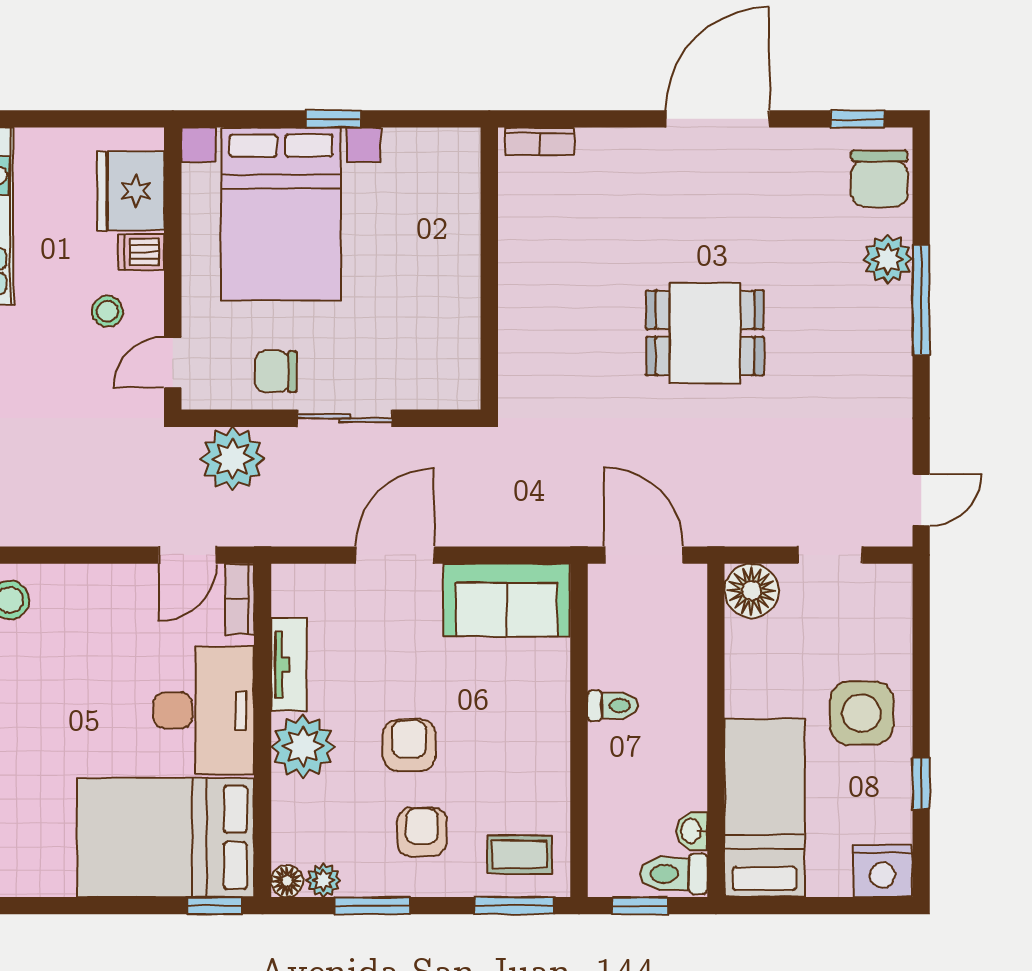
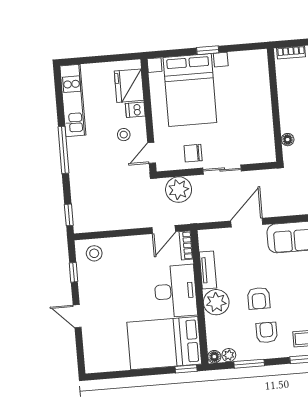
floor lamp: (513, 357) -> (288, 140), added
armchair: (409, 745) -> (259, 298), turned 180

